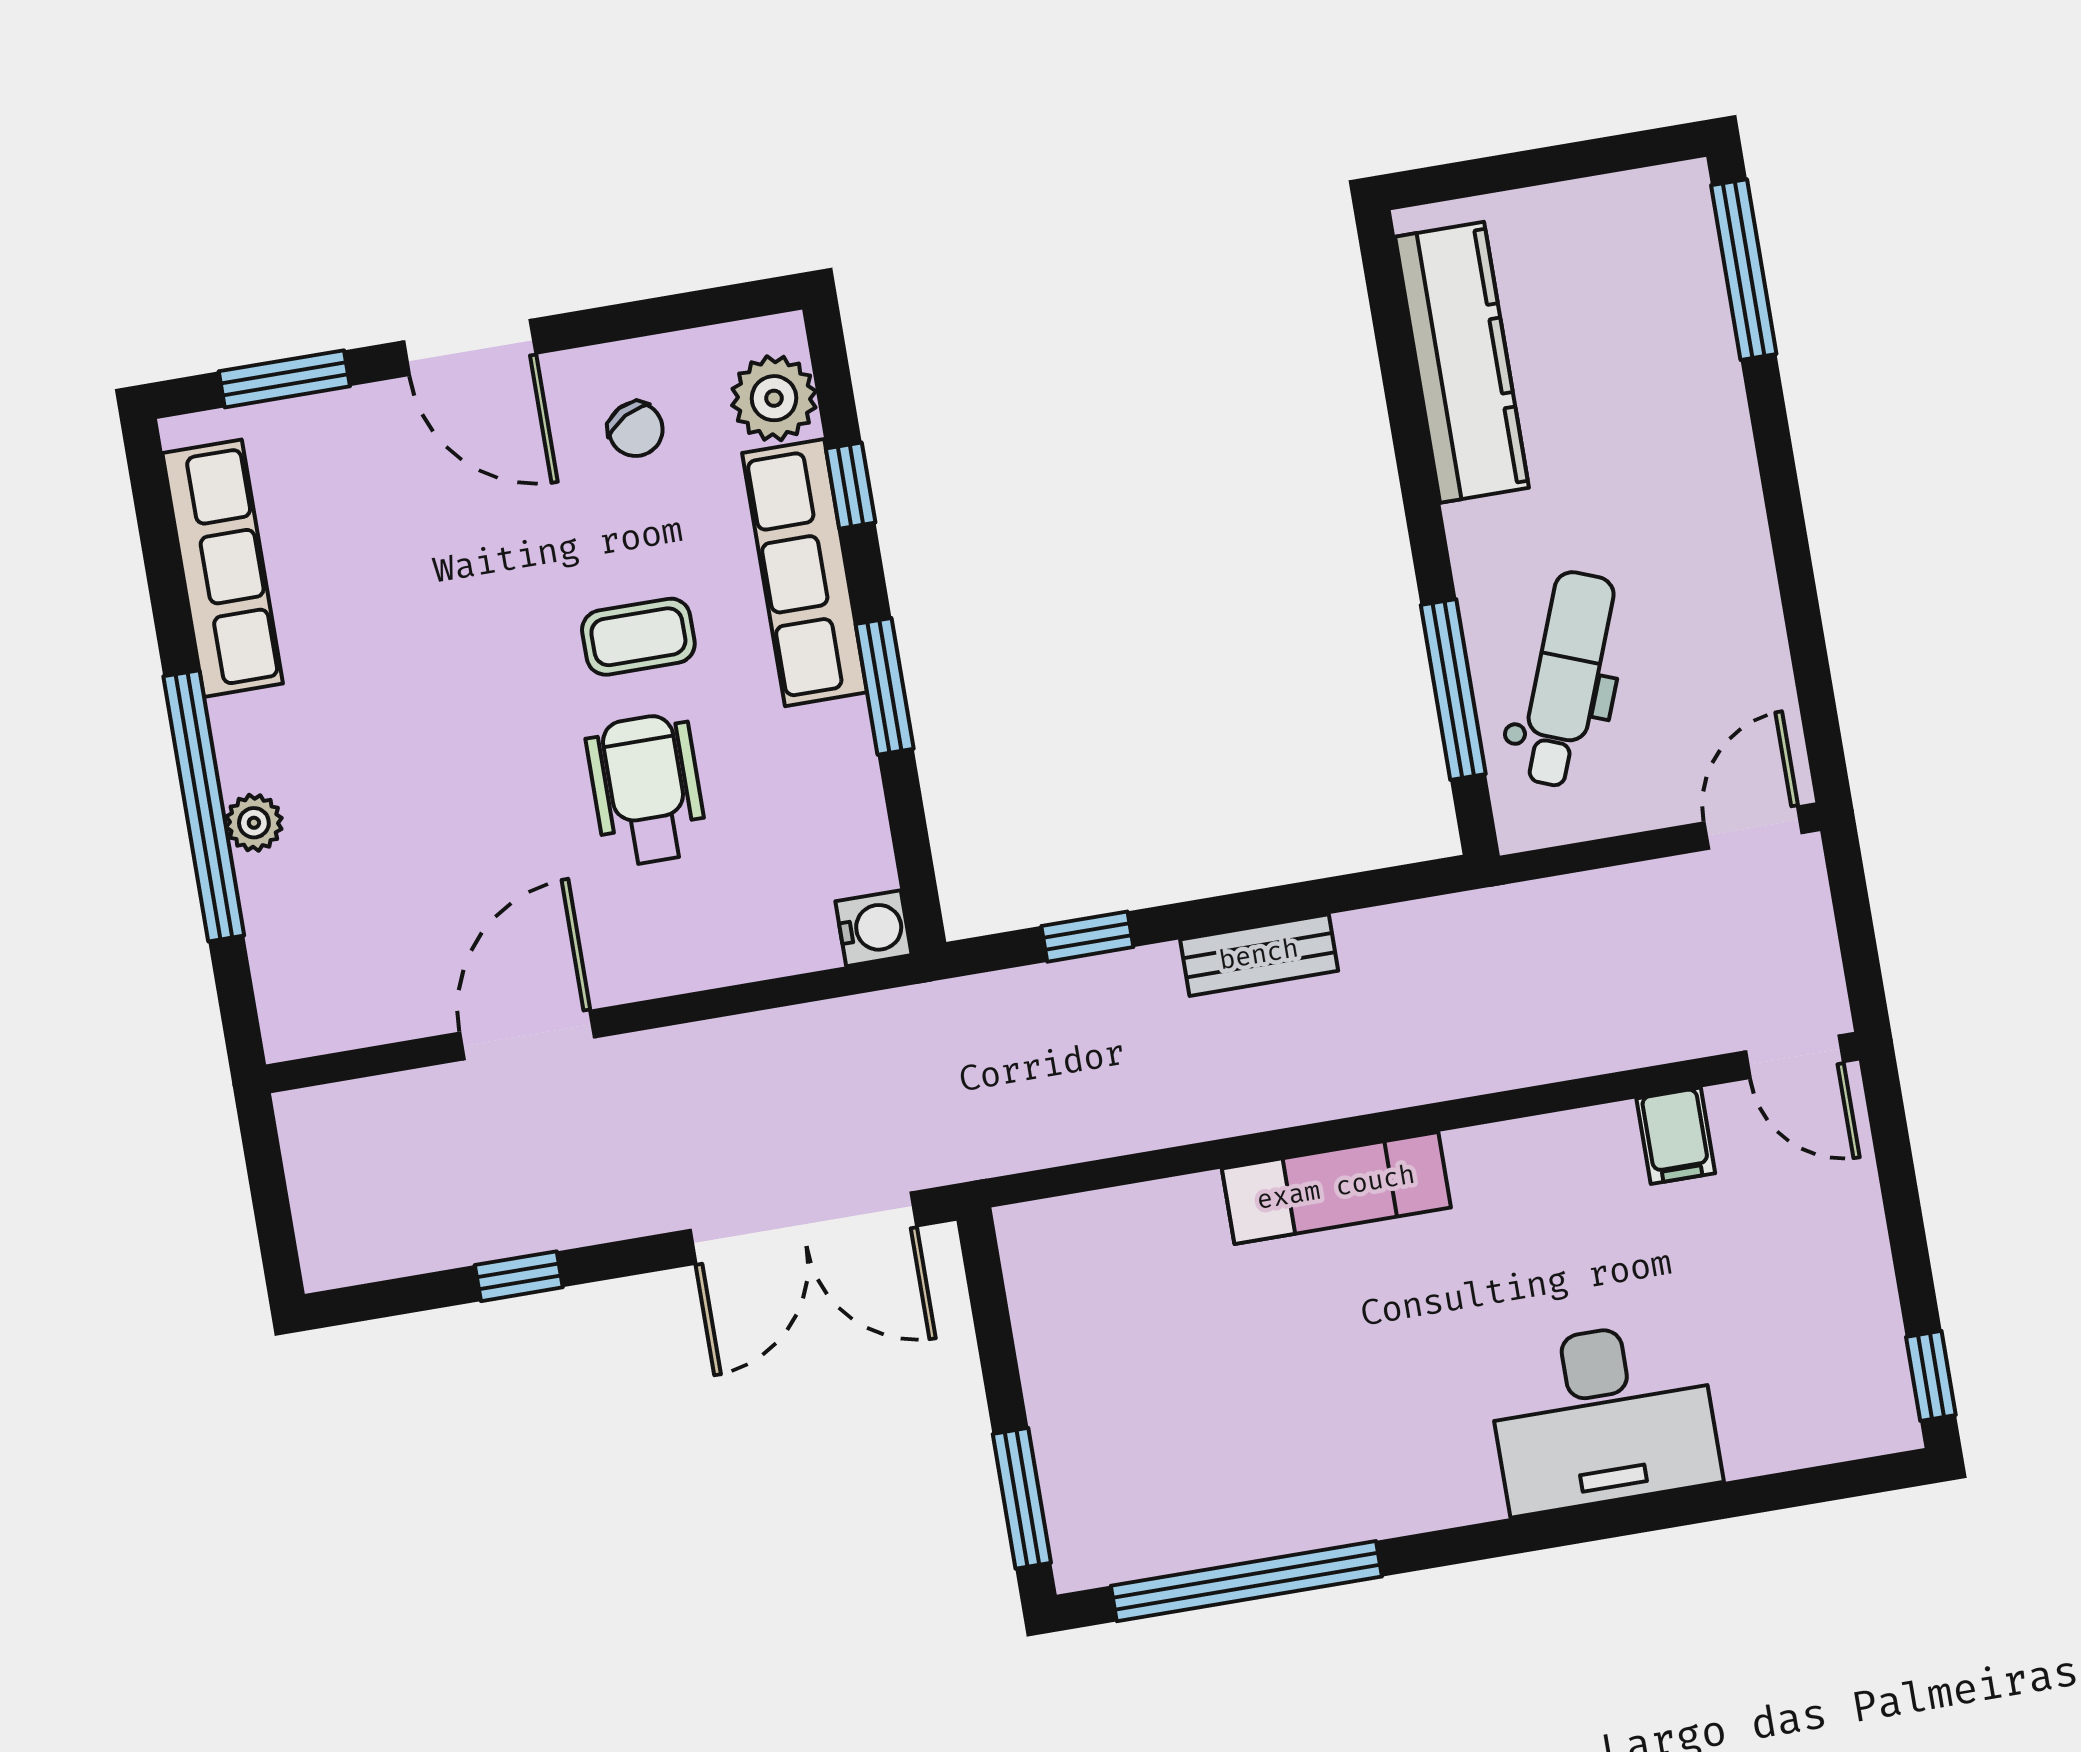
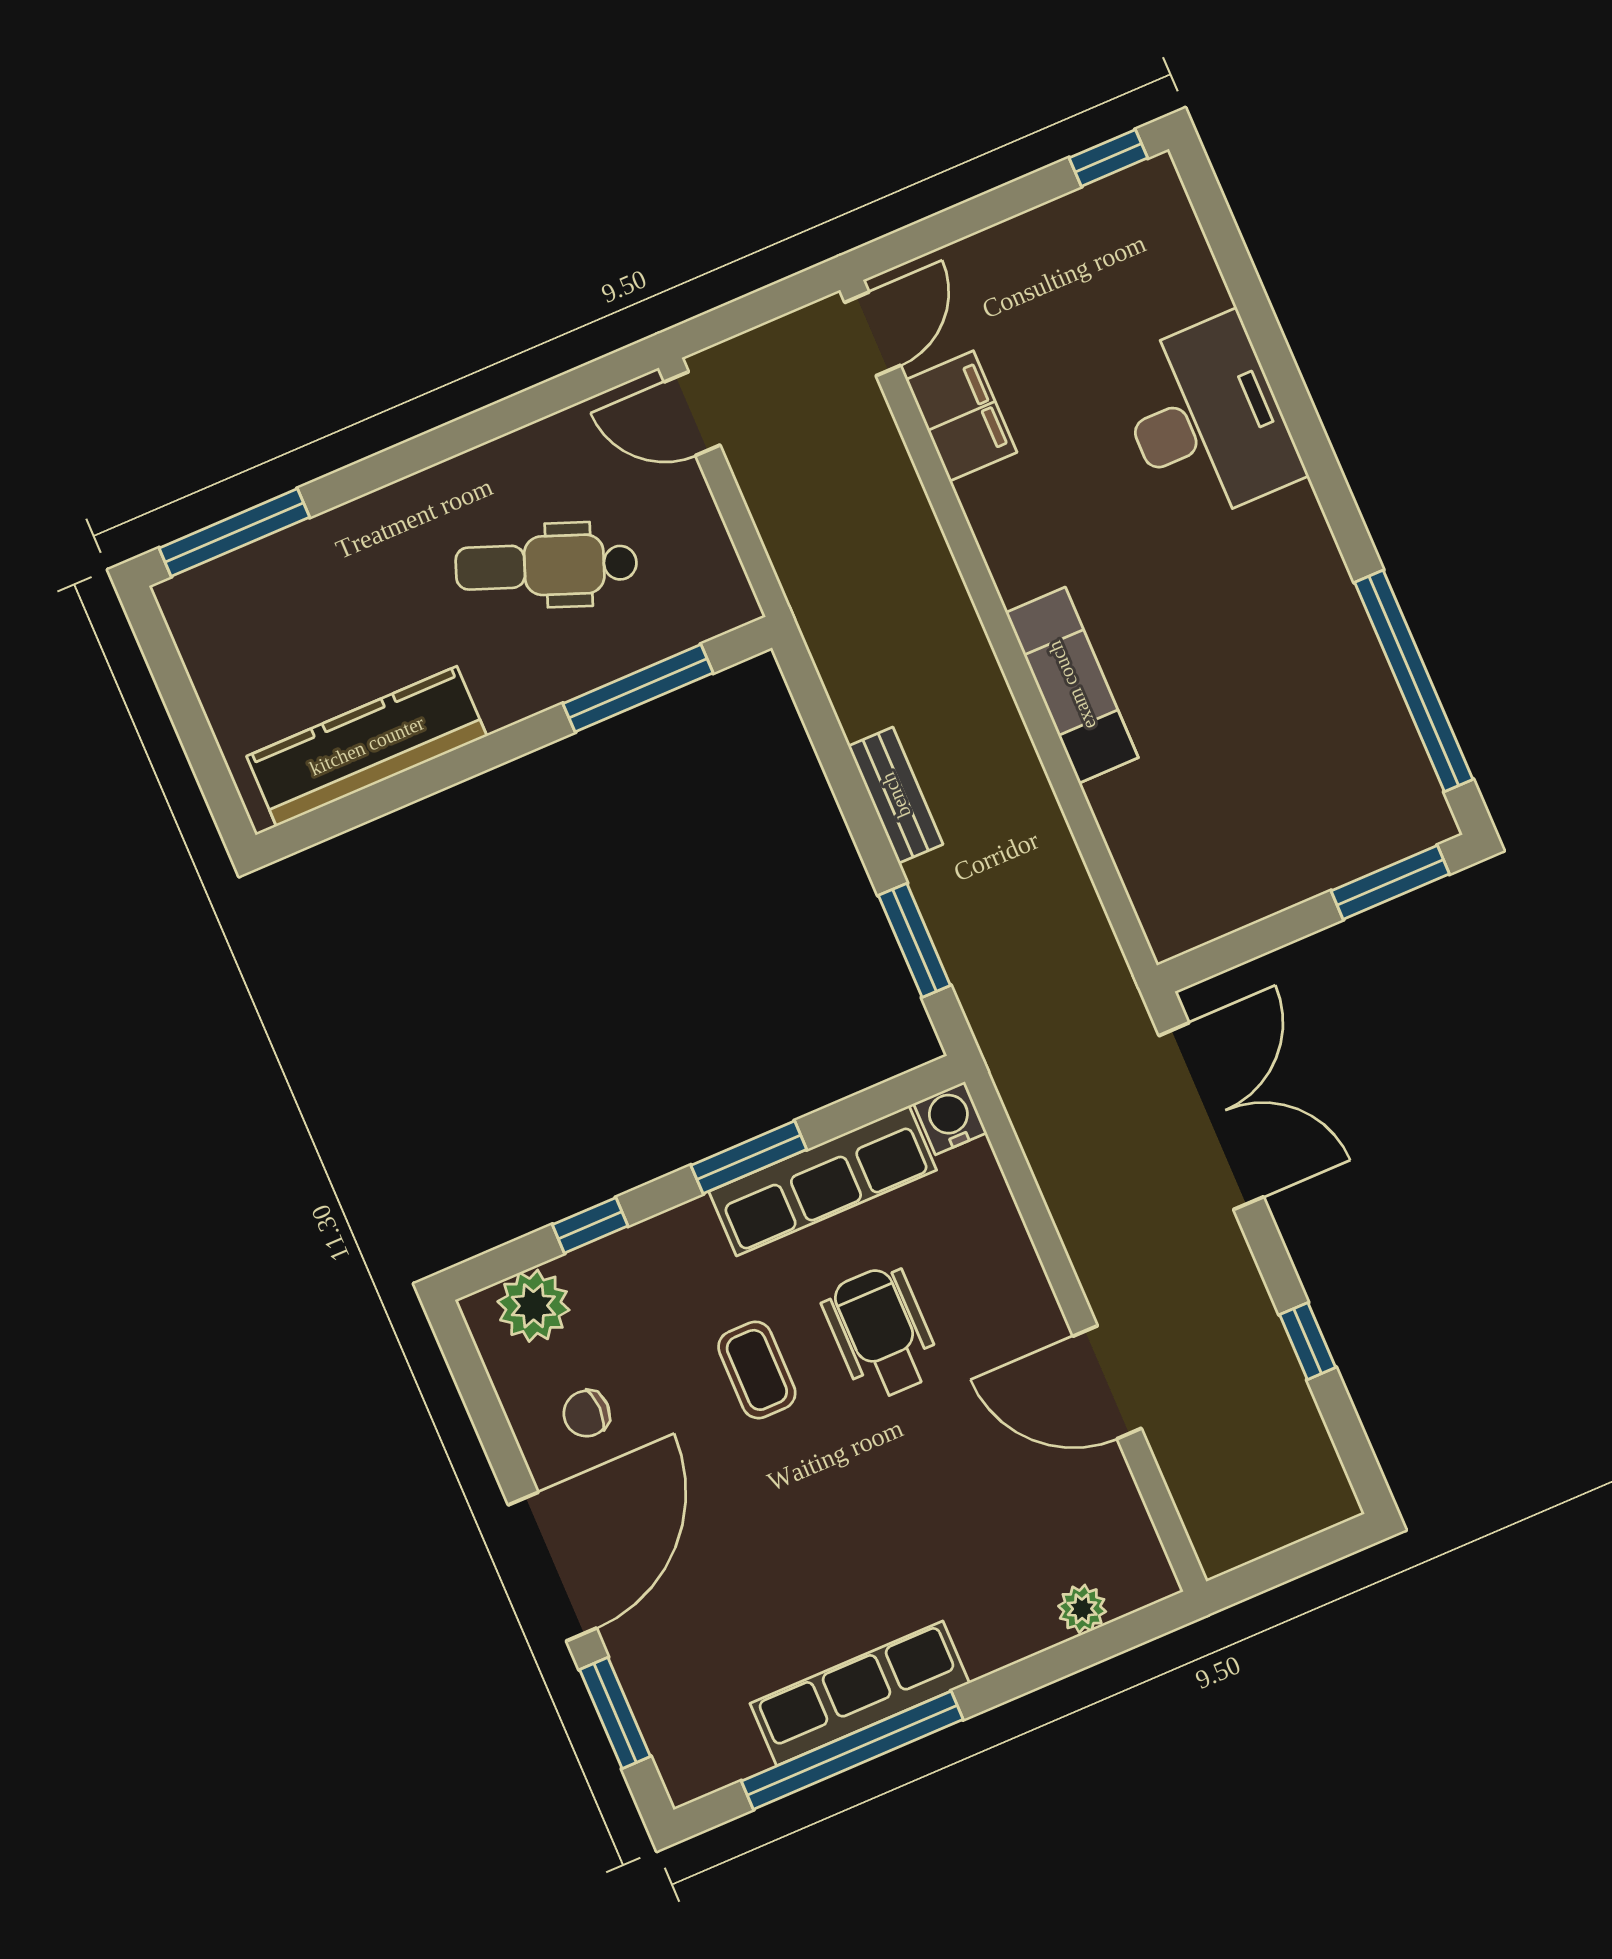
door: (470, 347) -> (552, 1567), width x1.36
chair: (636, 429) -> (587, 1414), turned -151
row of seats: (223, 568) -> (860, 1693), moved
row of seats: (805, 573) -> (823, 1181), moved
dental chair: (1566, 679) -> (546, 566), moved
wheelchair: (647, 790) -> (881, 1333), turned 90
window: (204, 806) -> (852, 1750), moved
plant: (254, 823) -> (1082, 1609), moved
window: (1087, 937) -> (914, 940), width x1.50
filing cabinet: (1676, 1136) -> (961, 416), width x2.00

